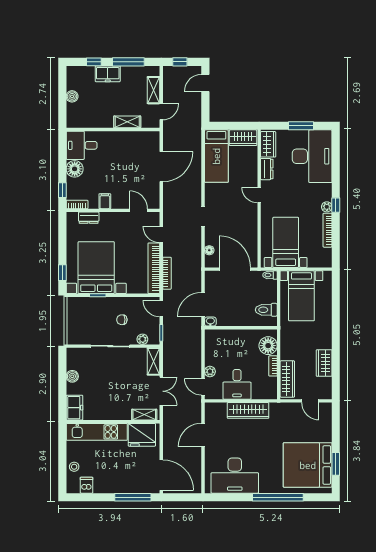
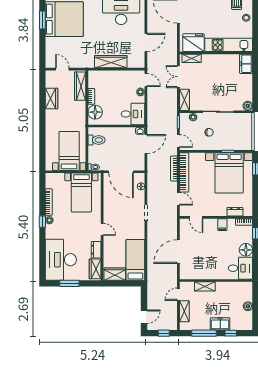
boiler: (72, 376) -> (248, 106), moved
desk: (237, 384) -> (133, 114), moved, turned 90

